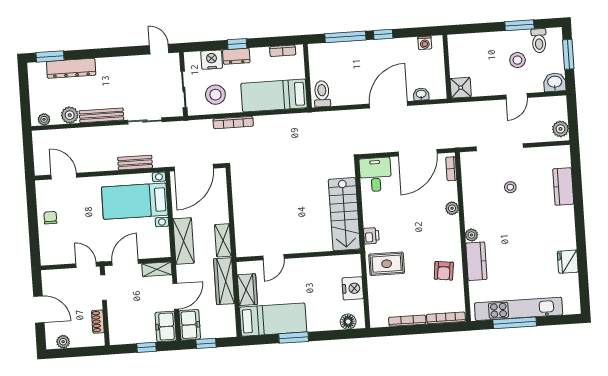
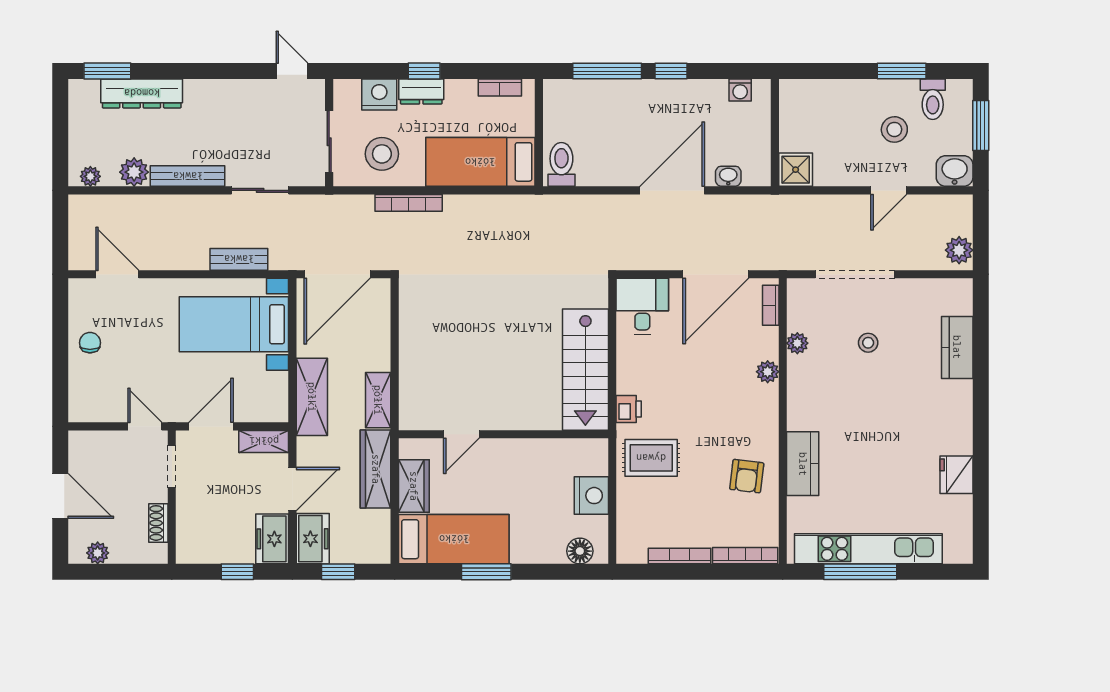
plant: (471, 235) -> (797, 343), moved

